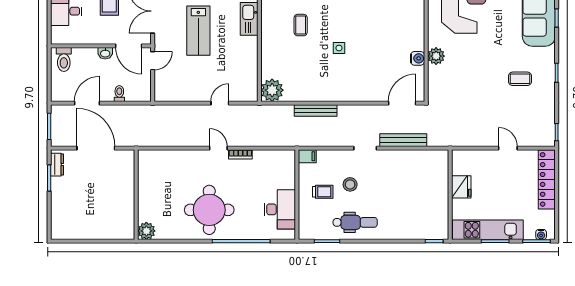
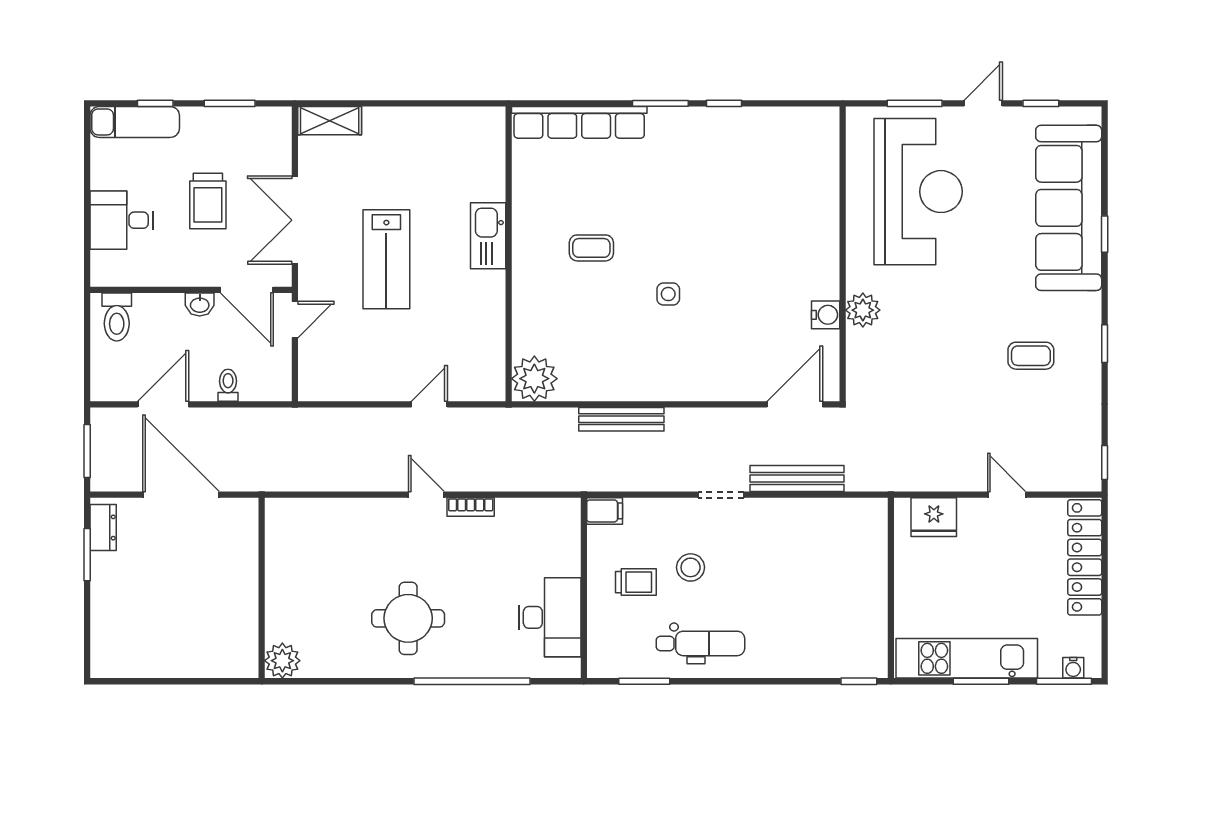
coffee table: (301, 25) -> (591, 248), turned 90
fridge: (461, 187) -> (934, 517), moved, turned 90
round table: (209, 210) -> (408, 618), width x0.73, depth x0.73

